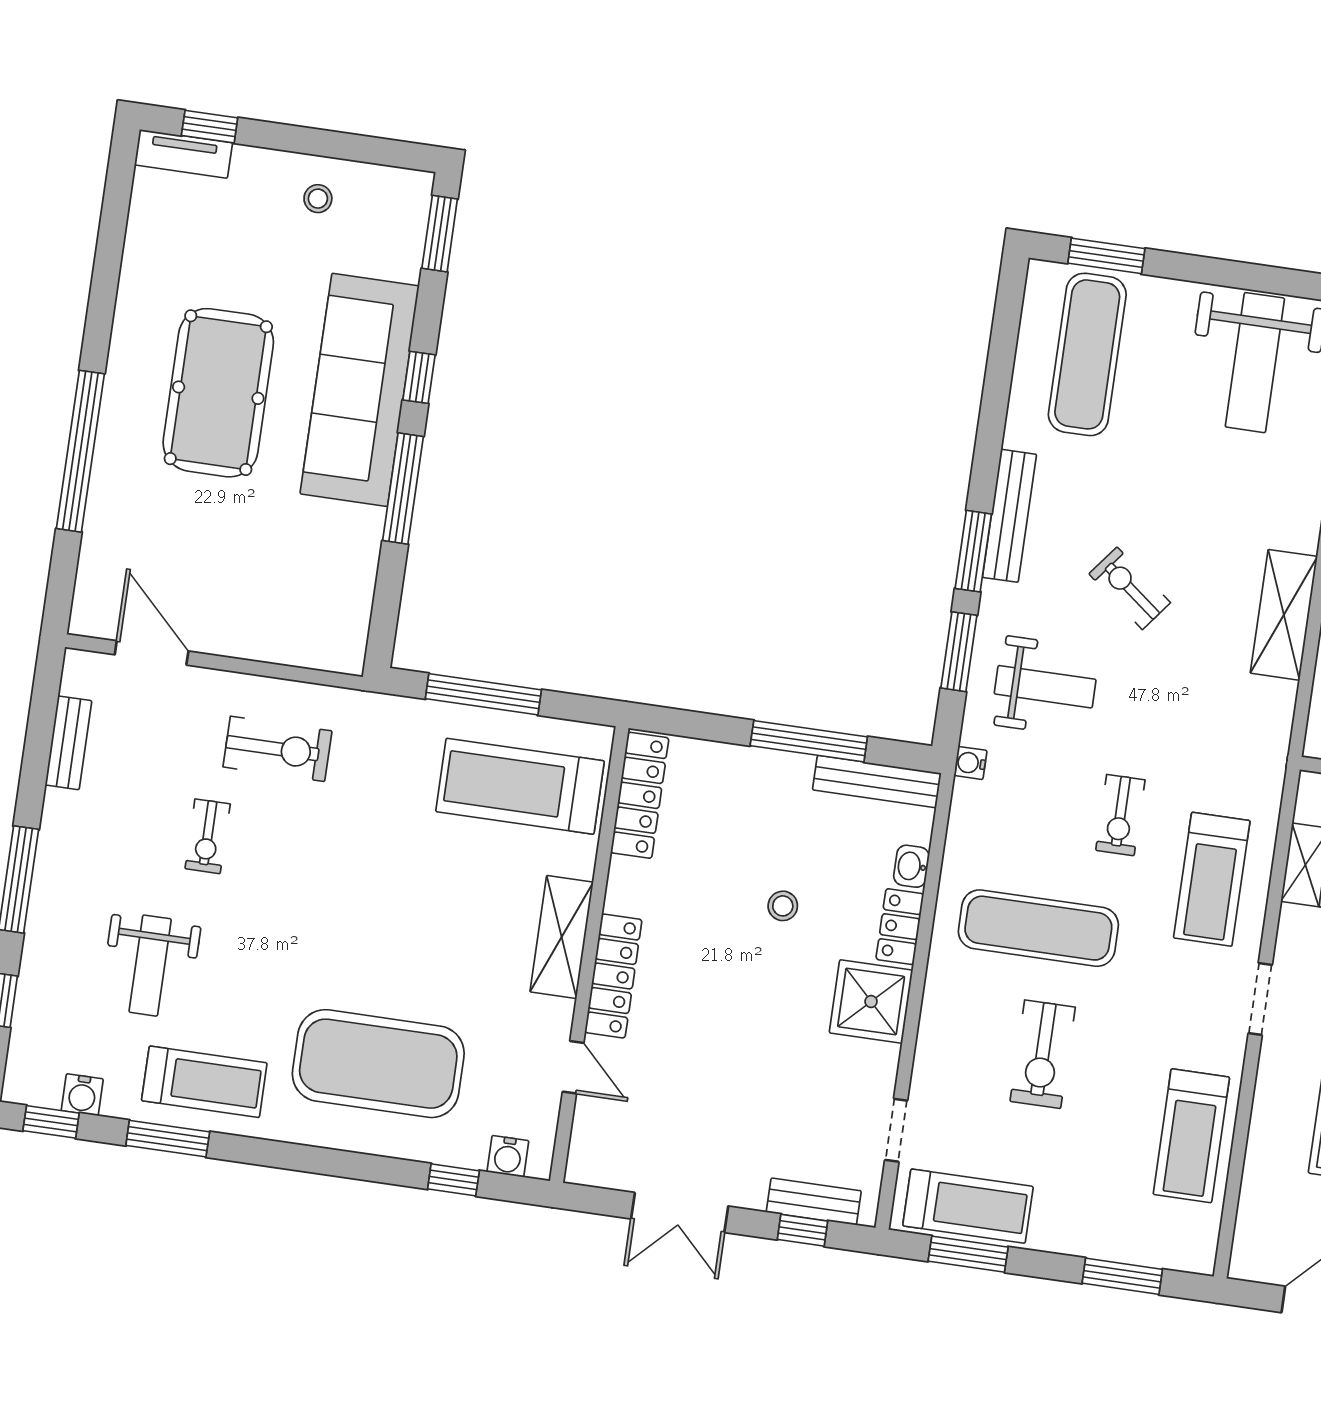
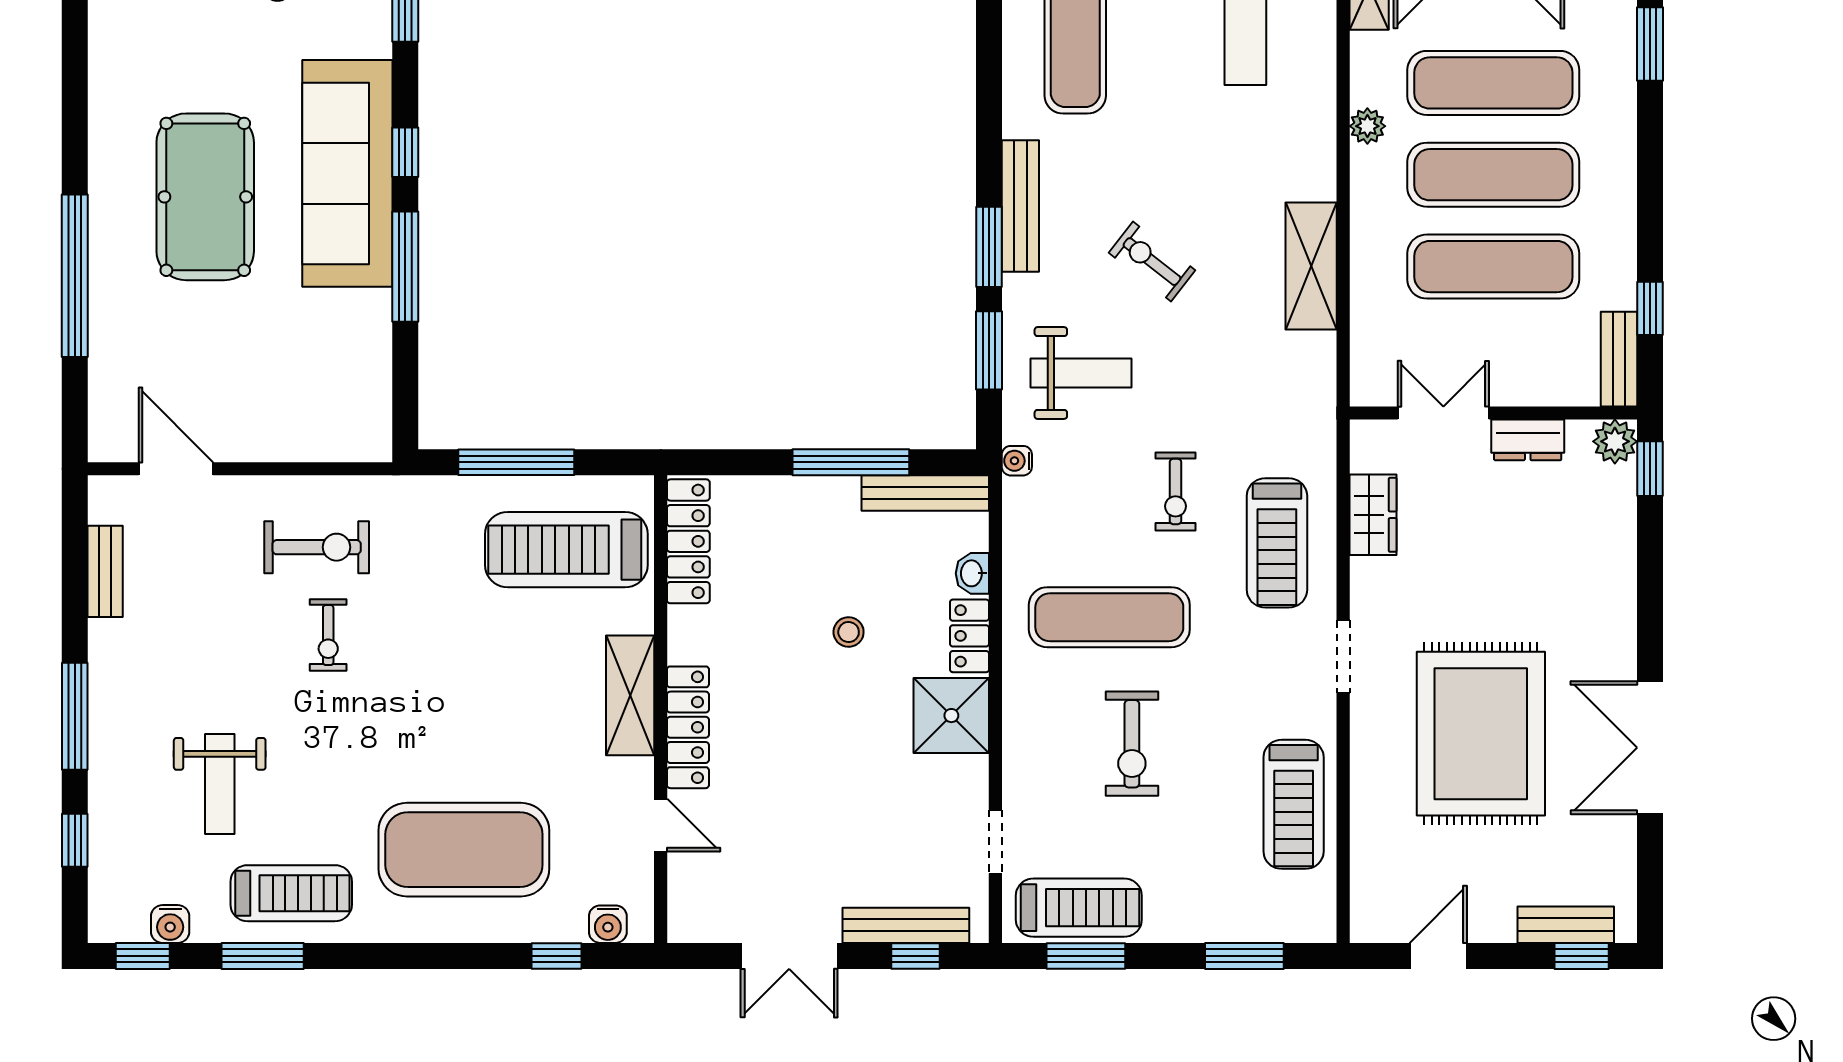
exercise bike: (208, 836) -> (328, 635), moved
bench: (814, 1201) -> (906, 925), width x1.36

